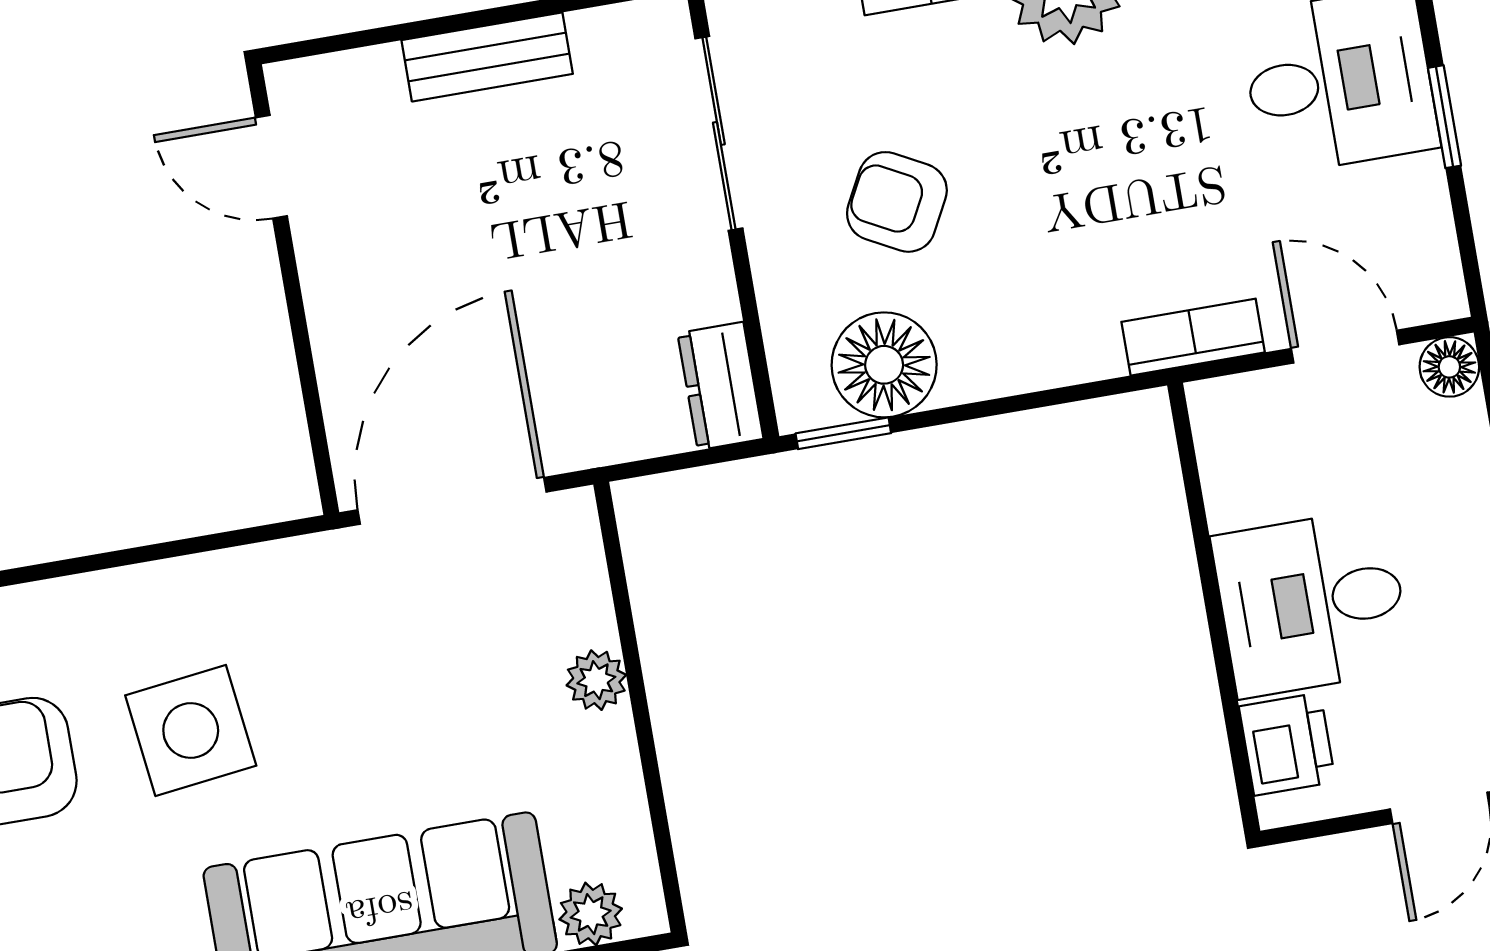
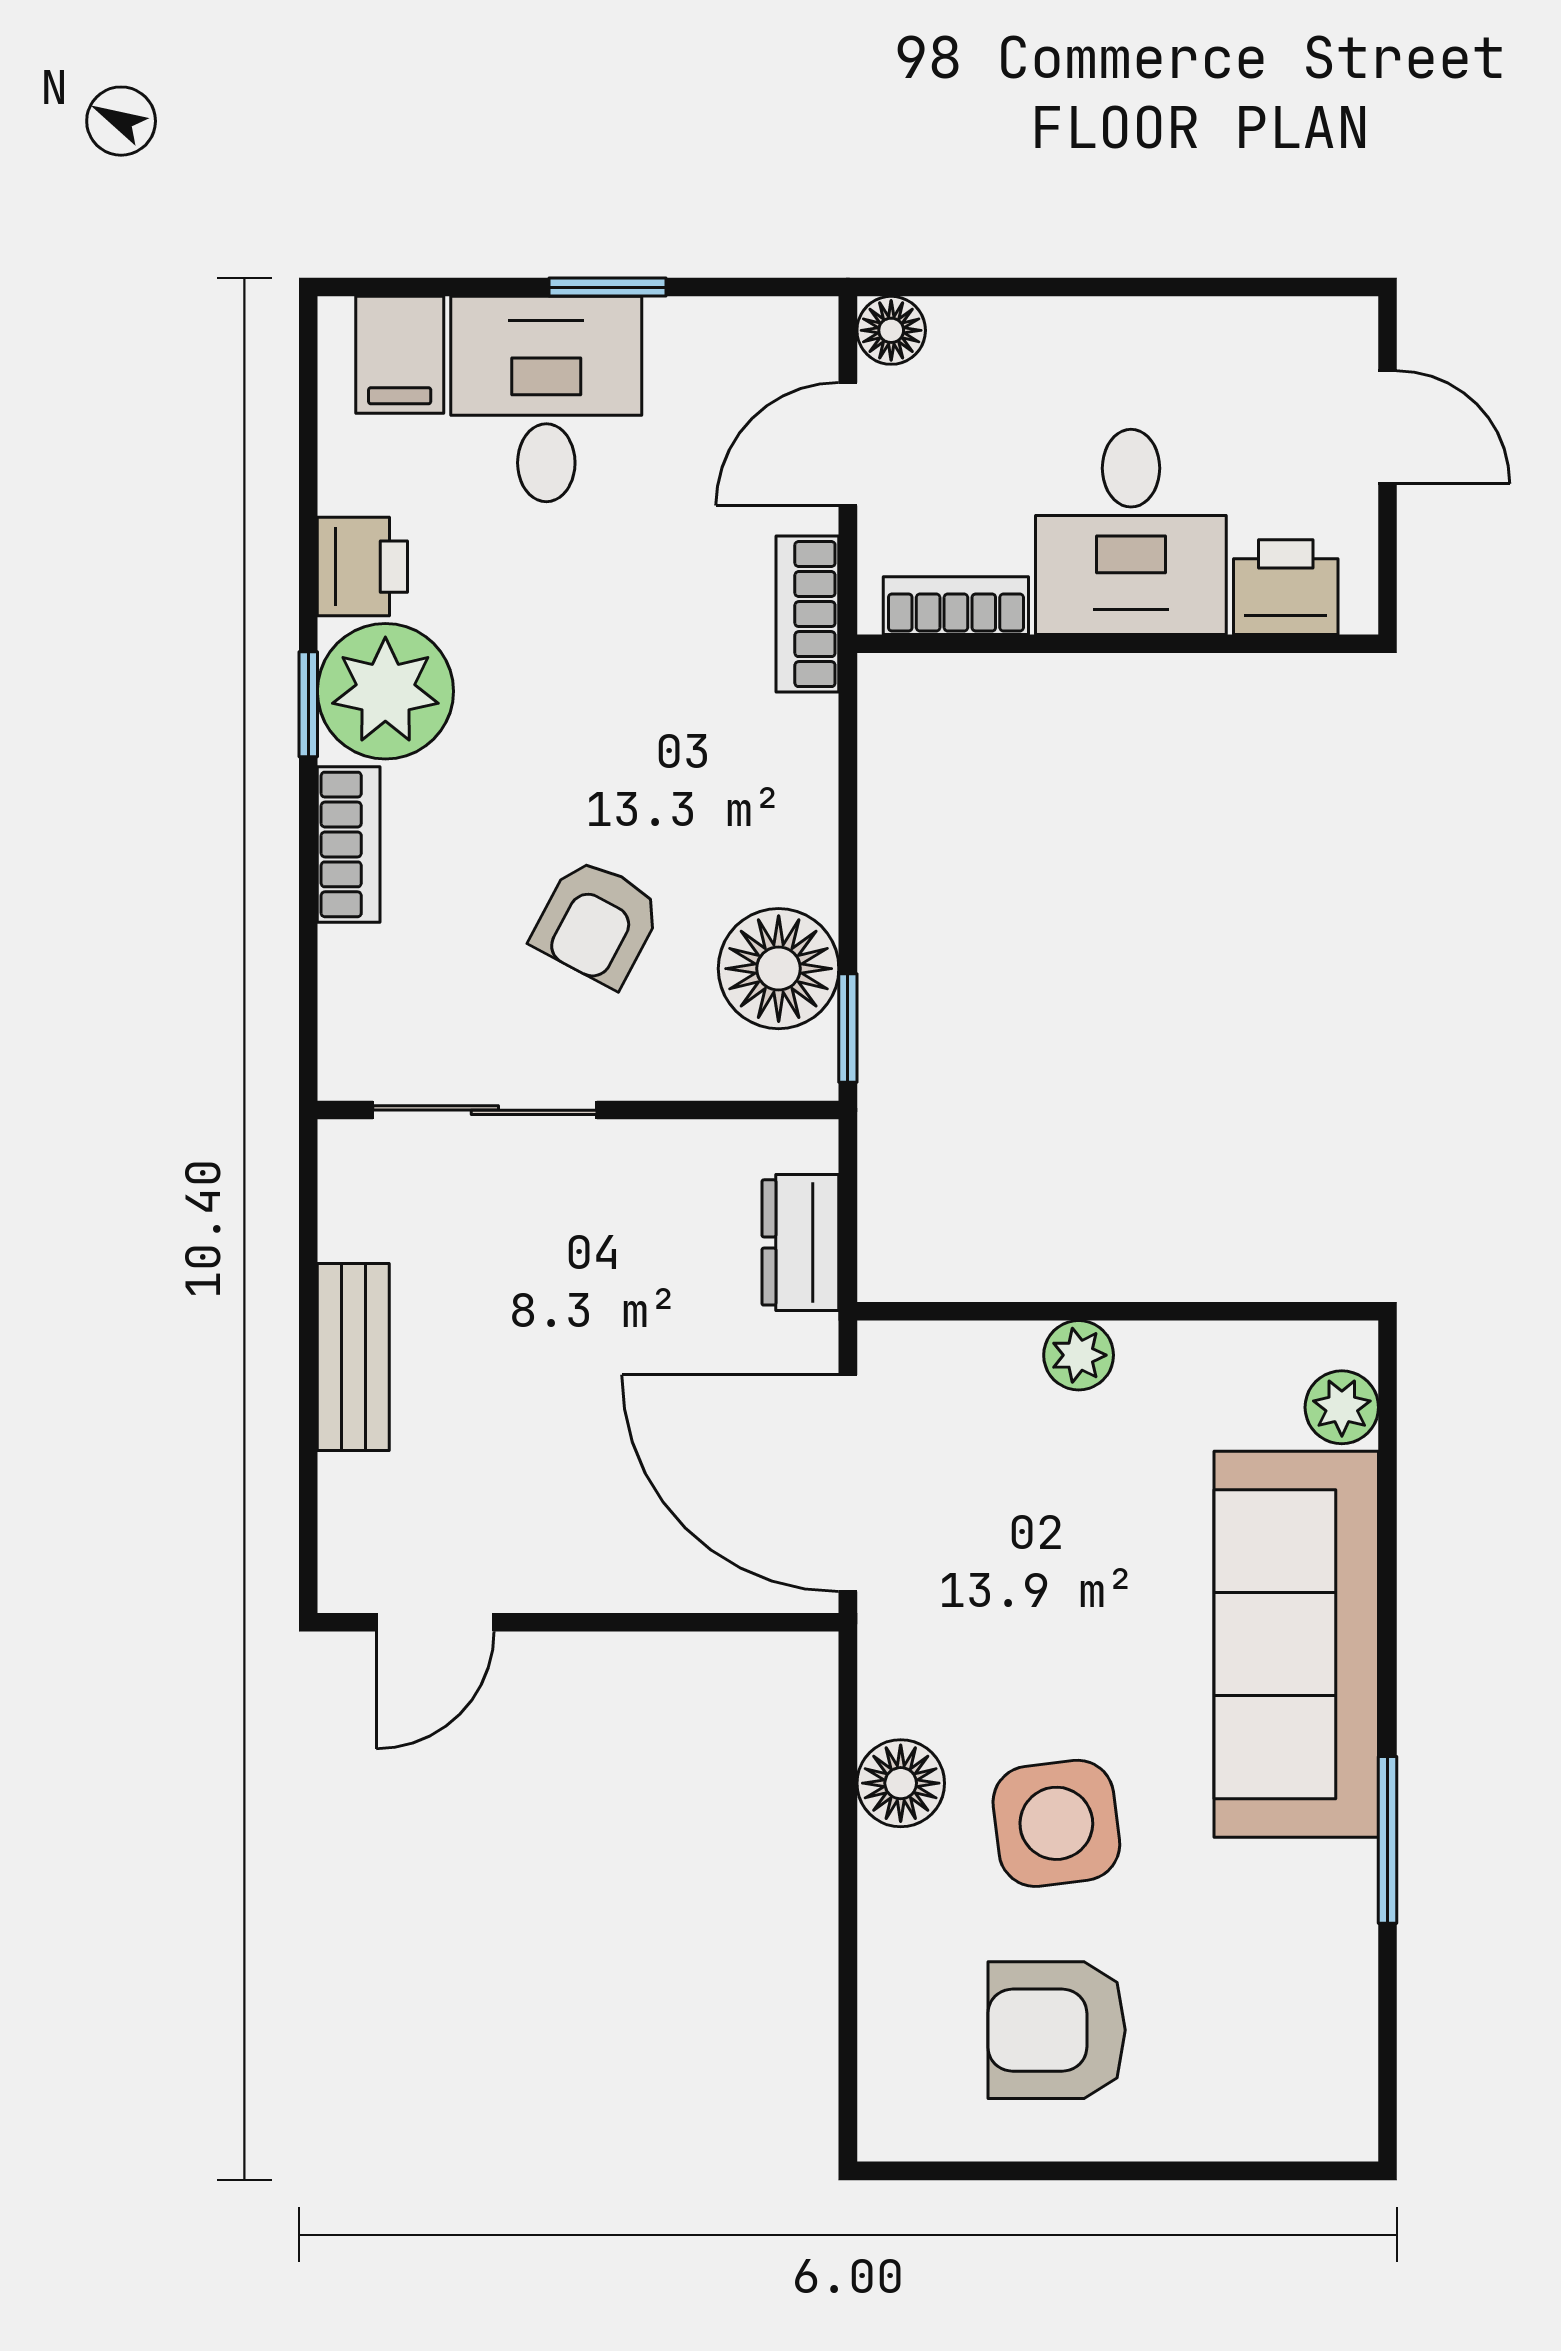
dresser: (720, 386) -> (800, 1242), moved, turned 90
bookcase: (1222, 463) -> (956, 606), added
floor lamp: (202, 591) -> (901, 1783), added

